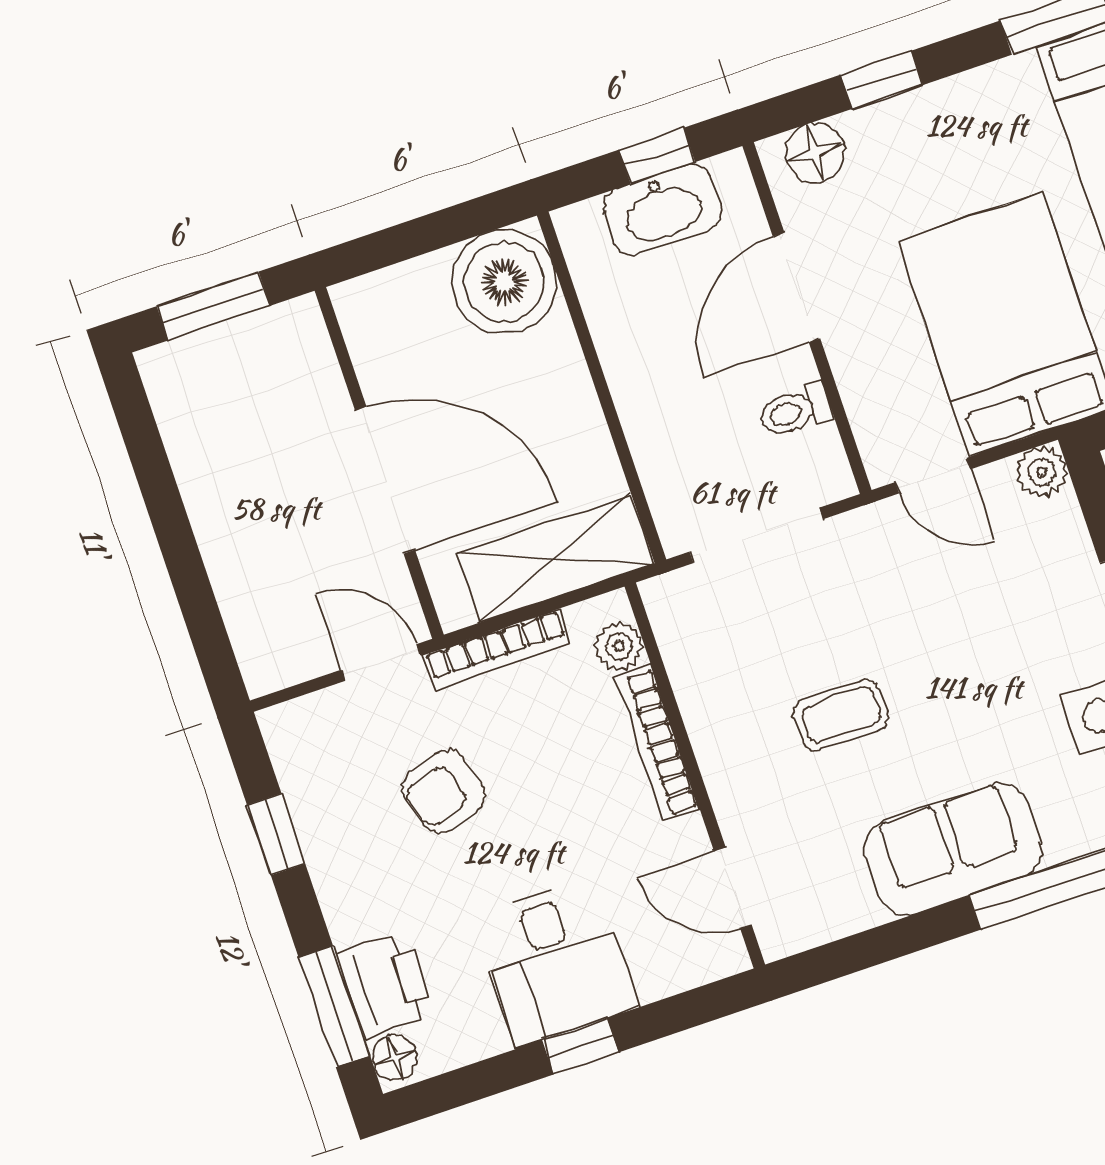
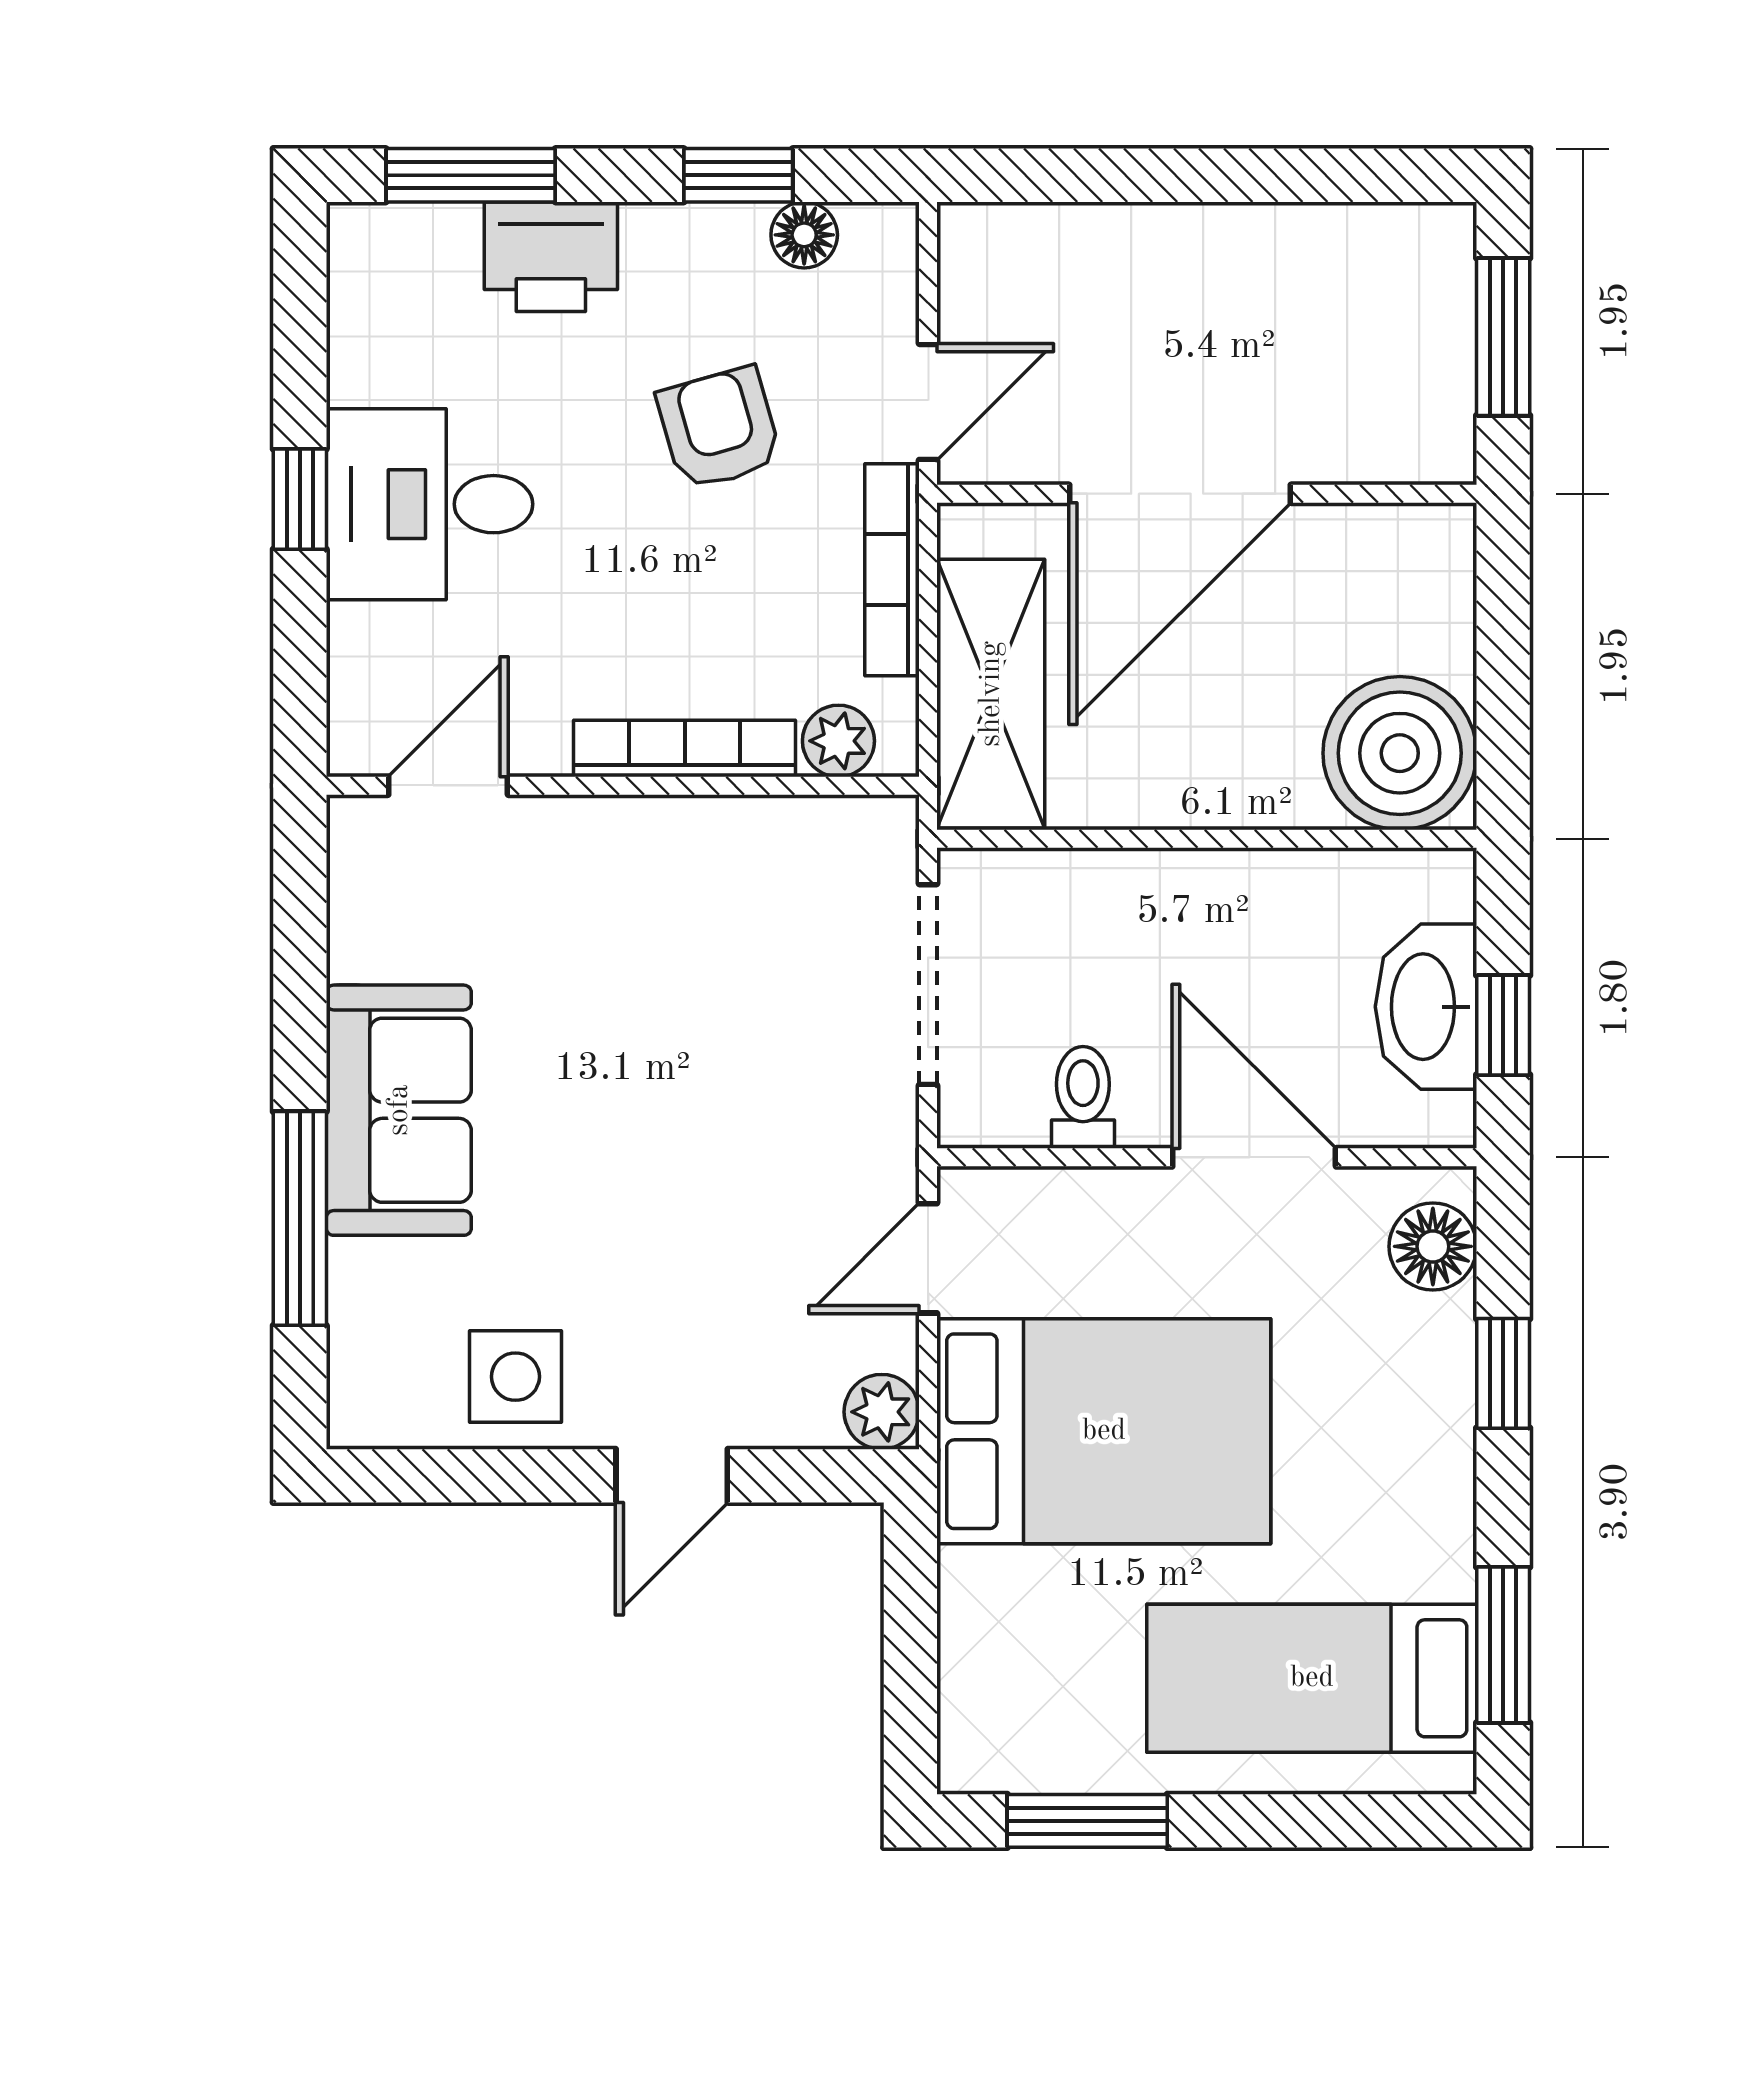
coffee table: (841, 715) -> (638, 1017), removed
printer: (385, 984) -> (551, 257), moved
floor lamp: (395, 1058) -> (804, 235), moved

